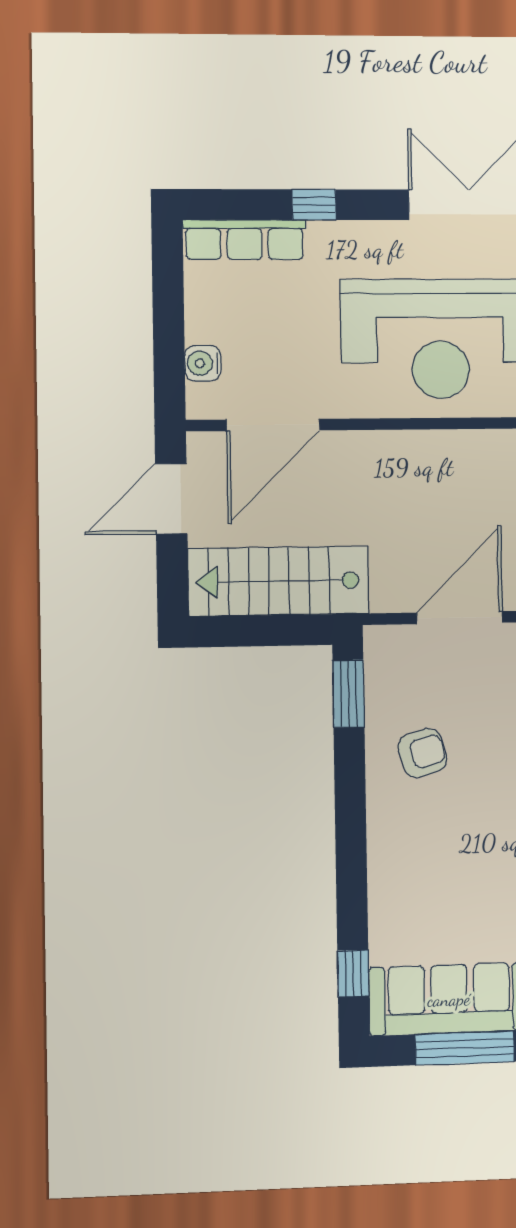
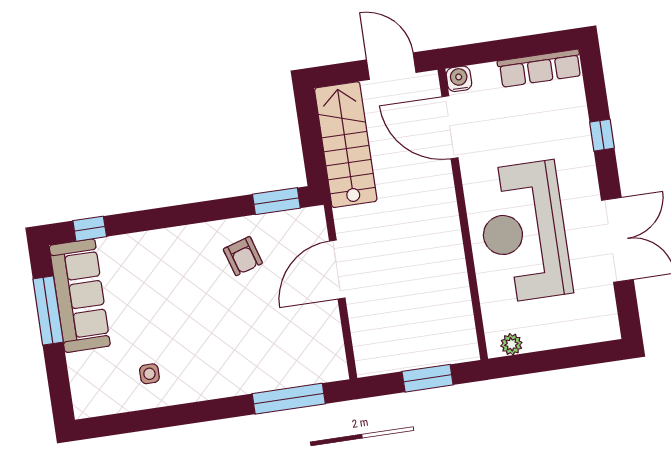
row of seats: (244, 240) -> (540, 68), moved, turned -90
water cooler: (203, 363) -> (459, 79), moved
door: (460, 618) -> (337, 269), swing flipped

